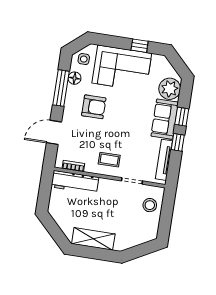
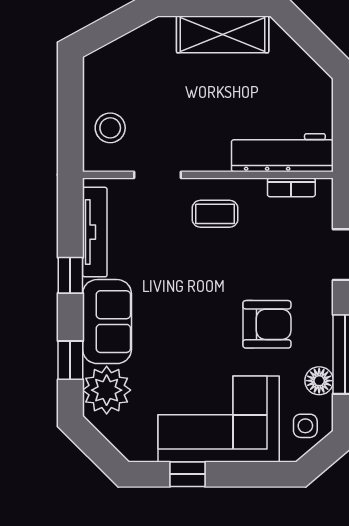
armchair: (94, 107) -> (267, 324), turned 180
window: (182, 117) -> (70, 360), moved

